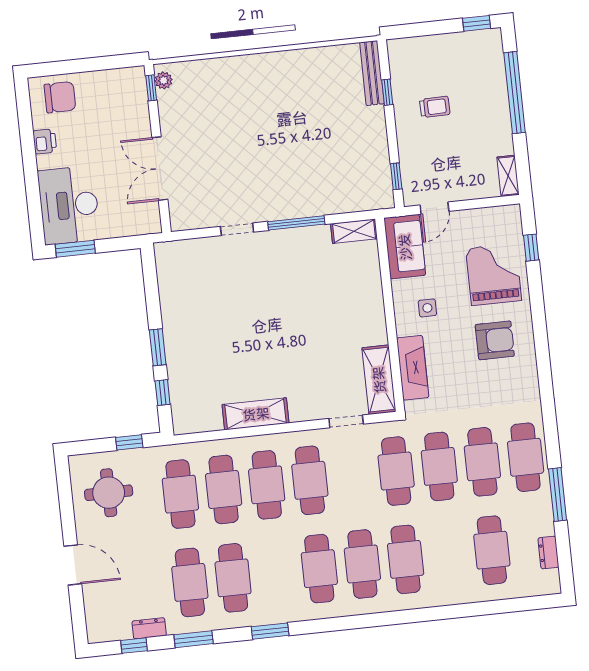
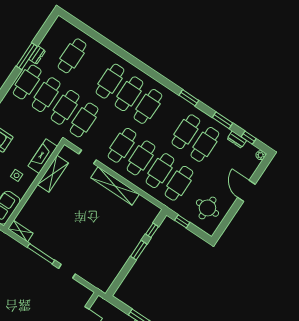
shelving: (379, 380) -> (53, 174), moved
shelving: (256, 414) -> (115, 186), width x1.47
dresser: (548, 553) -> (37, 55), moved
plant: (95, 635) -> (261, 155), added

